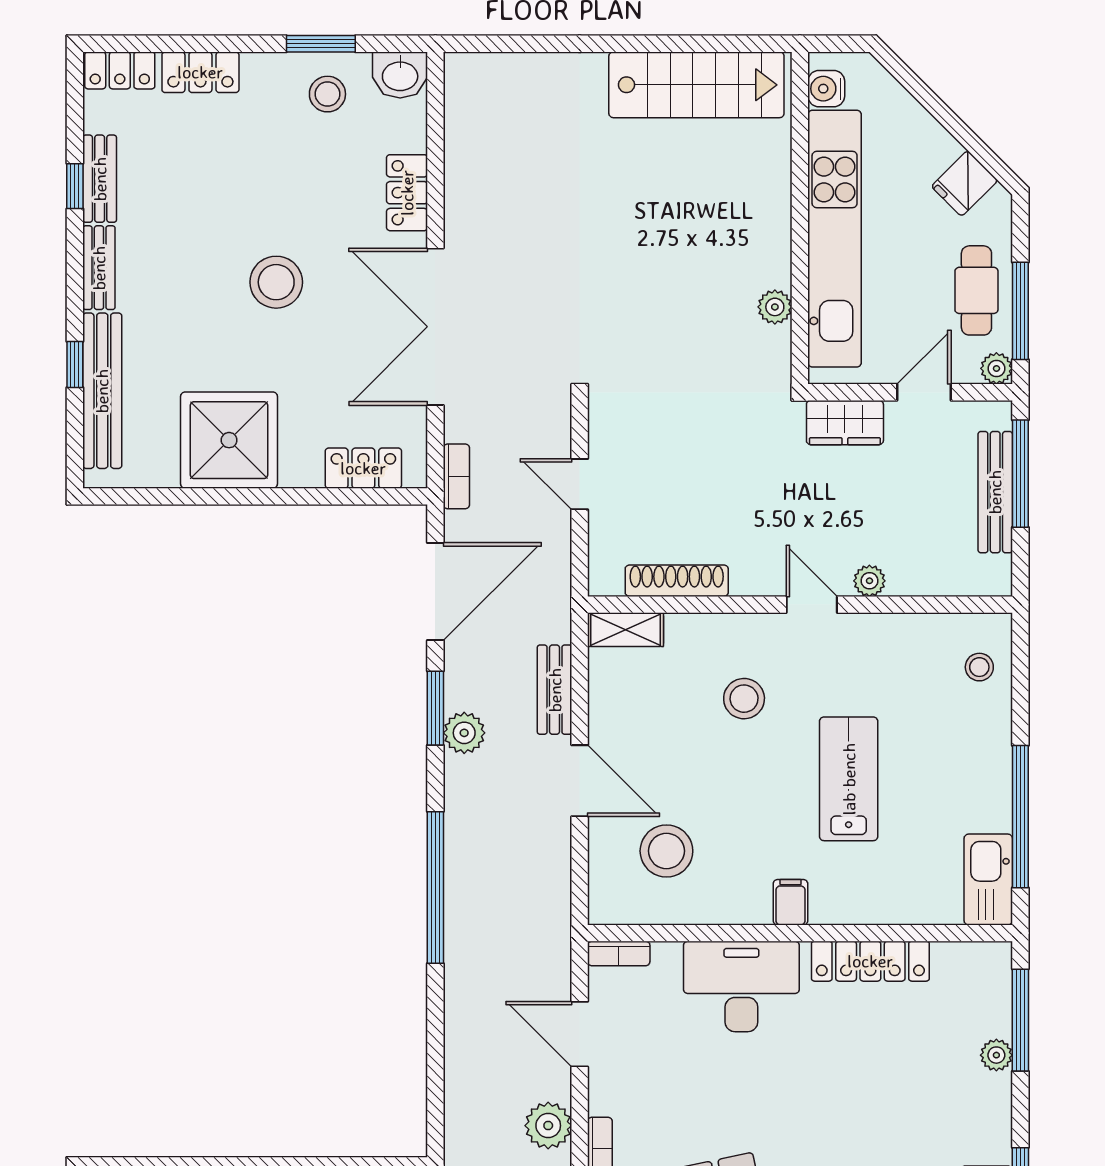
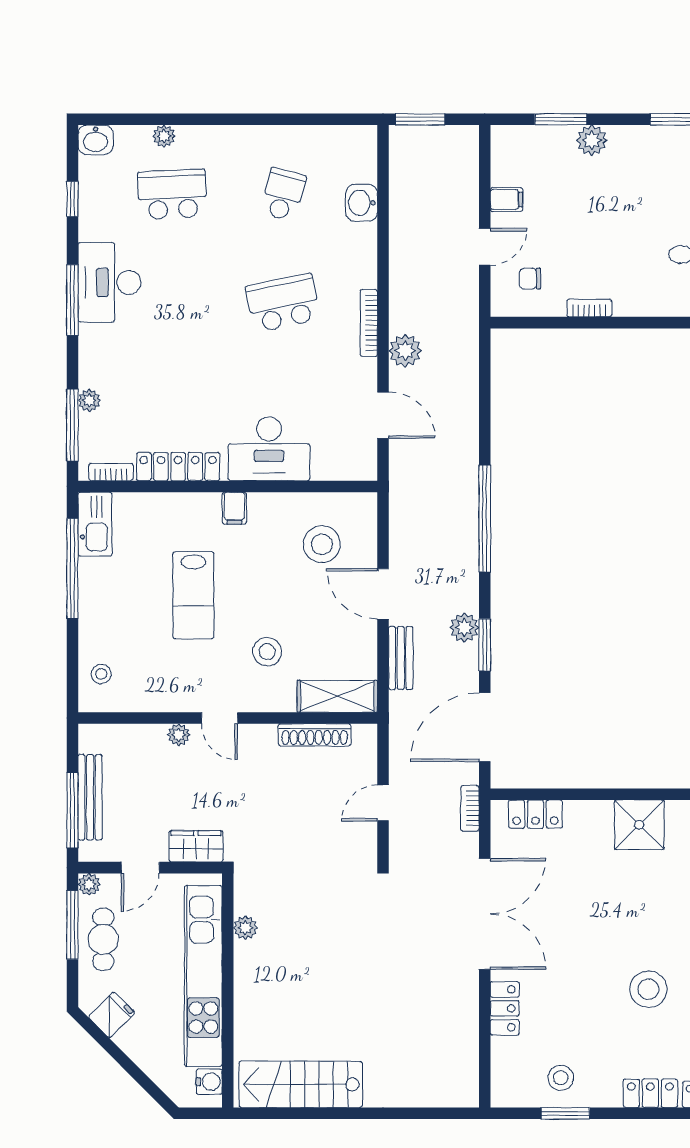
washbasin: (400, 75) -> (510, 1091), removed
stool: (276, 282) -> (649, 989), moved
shower: (229, 440) -> (639, 825), width x0.73, depth x0.73
door: (580, 484) -> (383, 803), swing flipped
shelving: (626, 630) -> (337, 696), width x1.50, depth x1.33
bookcase: (619, 953) -> (111, 472), moved

